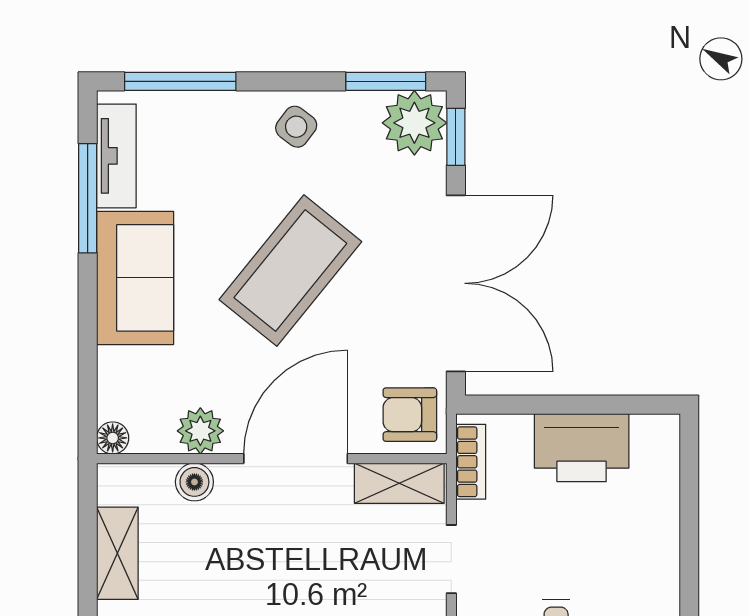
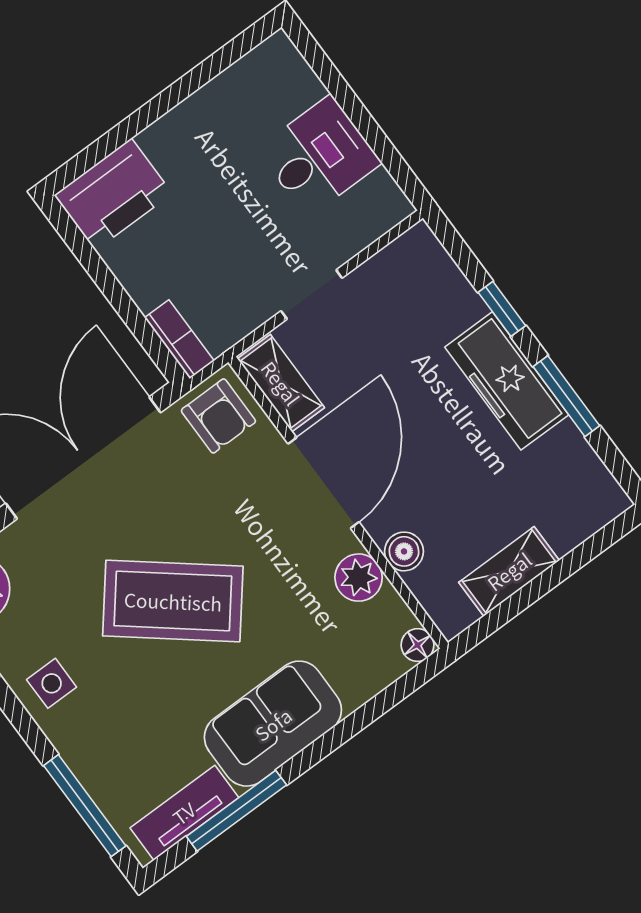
side table: (296, 127) -> (52, 683), turned -37
printer: (582, 448) -> (113, 194), moved, turned 90
door: (296, 459) -> (324, 483), swing flipped
bookcase: (471, 462) -> (179, 339), moved, turned 90

